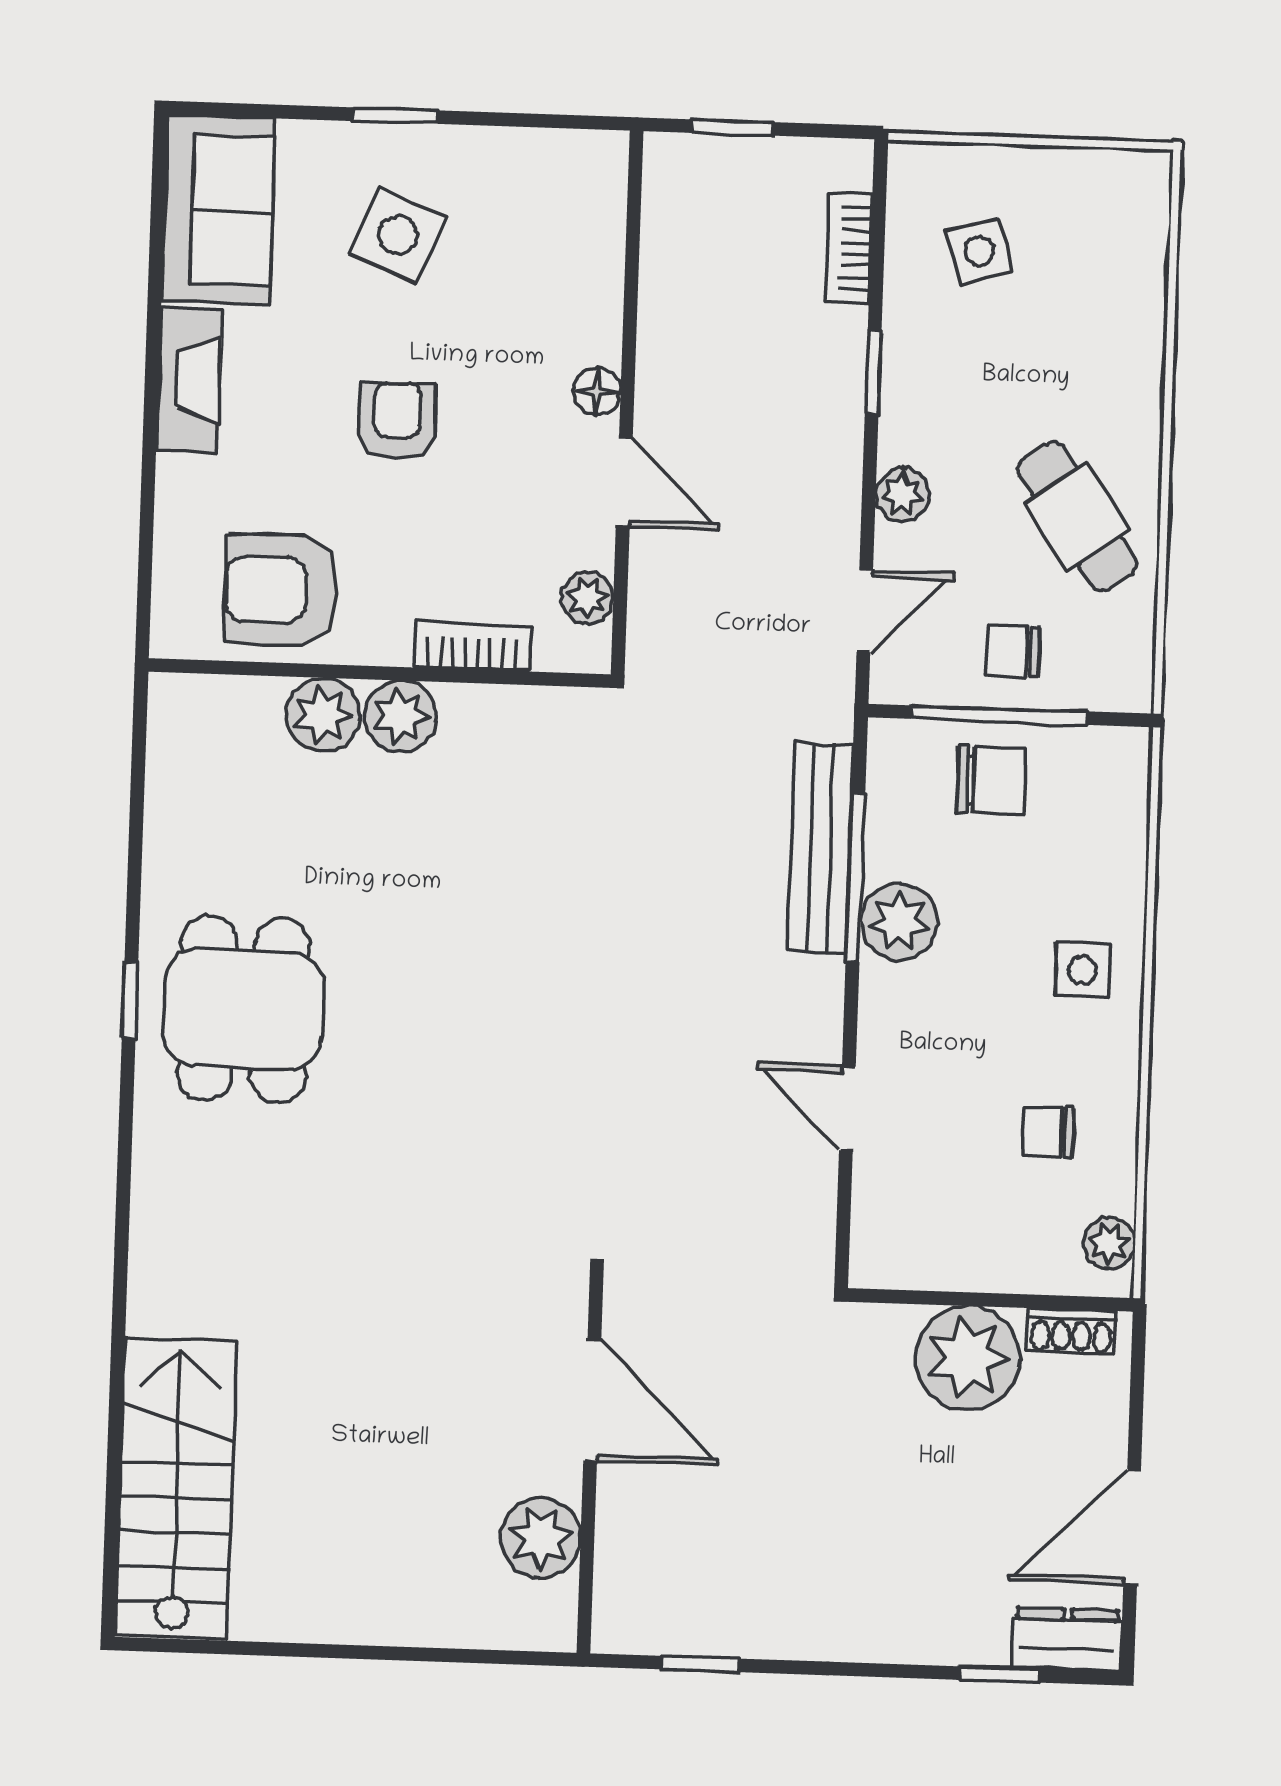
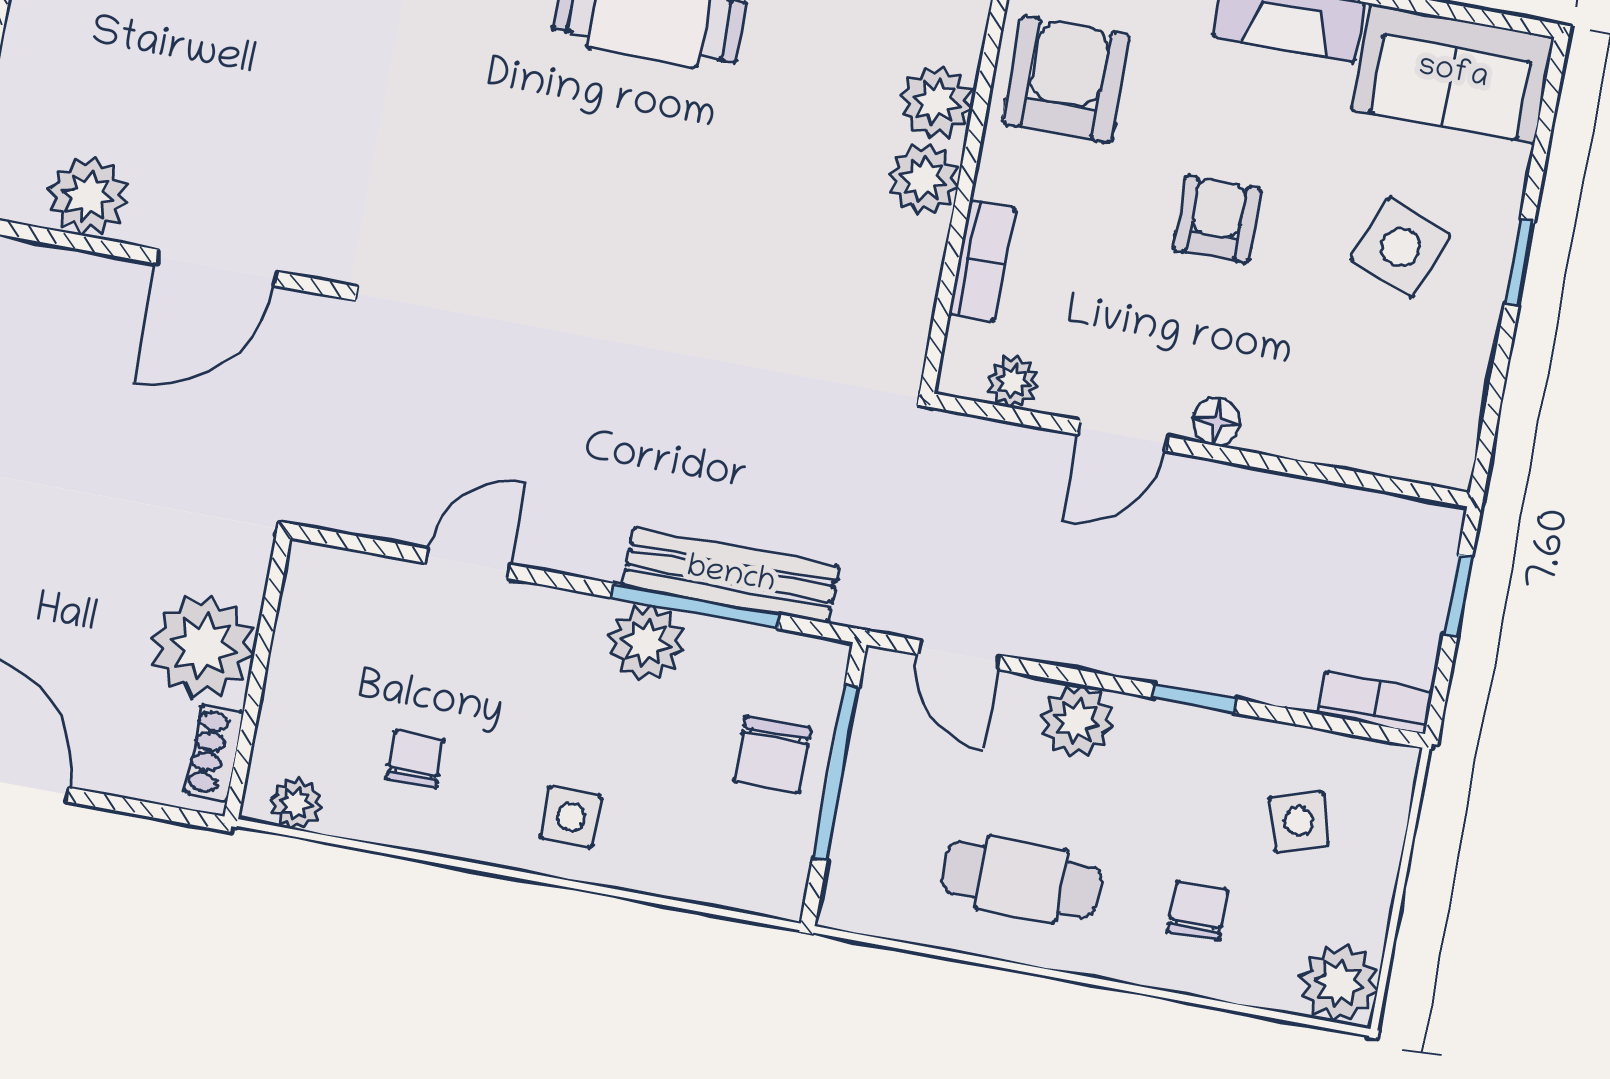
plant: (1133, 188) -> (1339, 983), added
bookcase: (849, 248) -> (1375, 703), moved
armchair: (397, 421) -> (1217, 219), turned -90
plant: (902, 495) -> (1077, 721), width x1.38, depth x1.38
cafe table: (1077, 516) -> (1021, 880), turned 35
chair: (1013, 651) -> (1198, 910), moved

